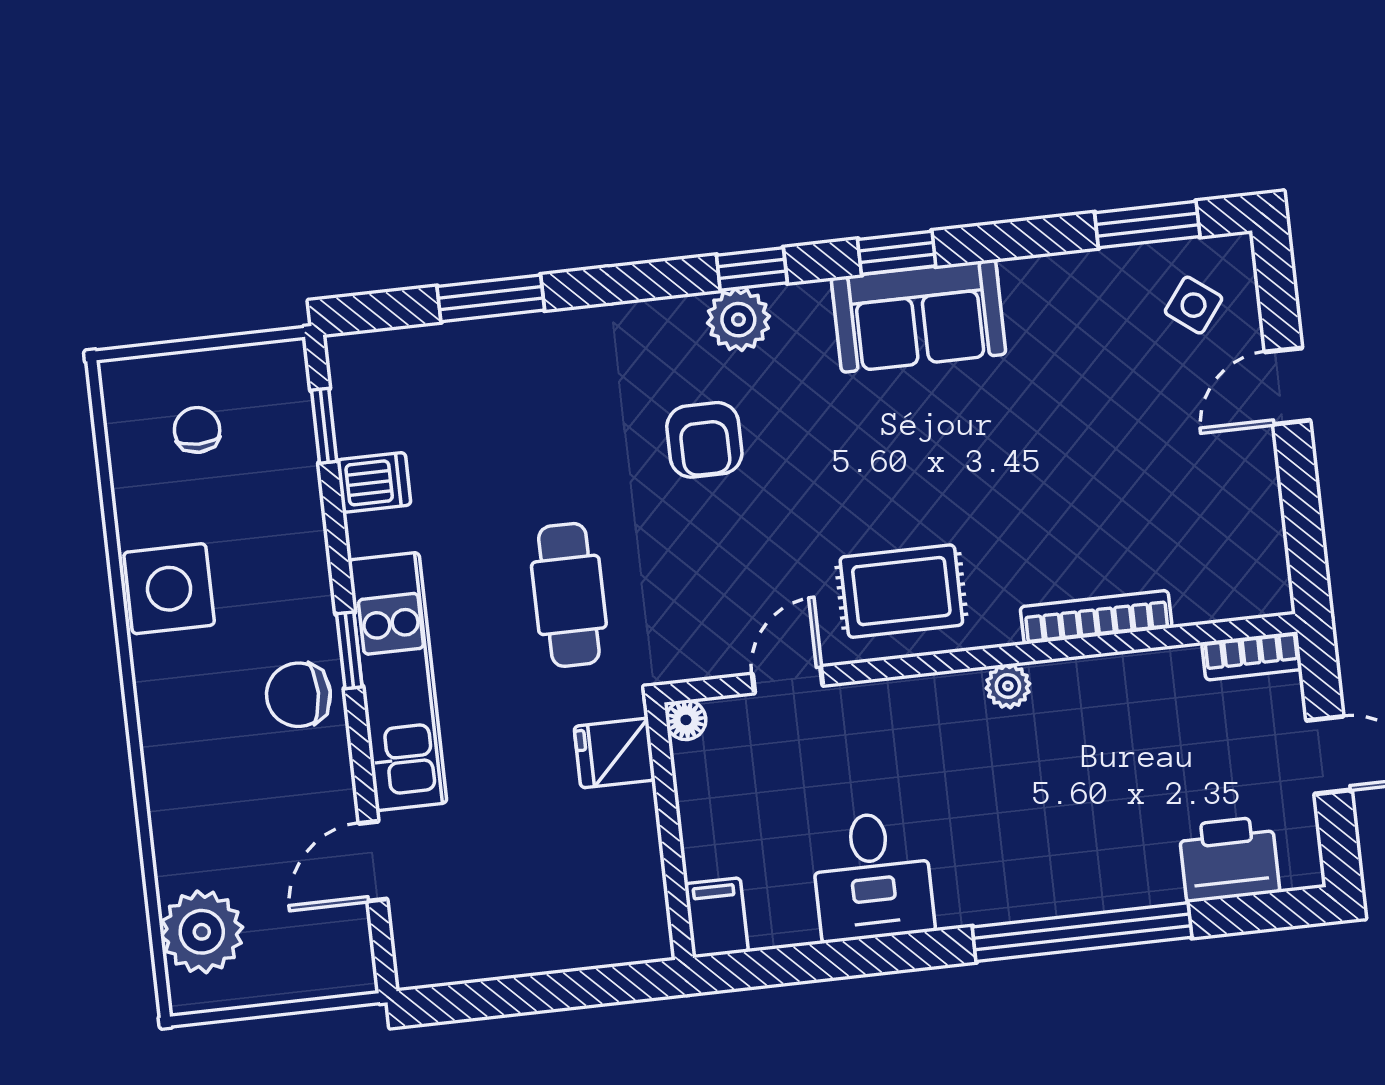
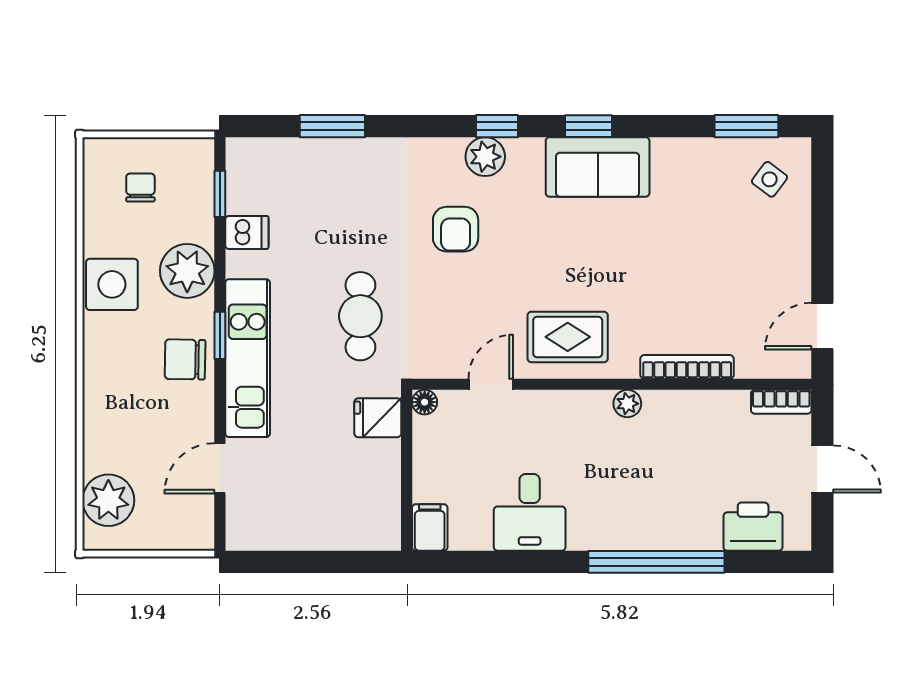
door: (1288, 386) -> (822, 326), moved
plant: (286, 554) -> (187, 271), added

